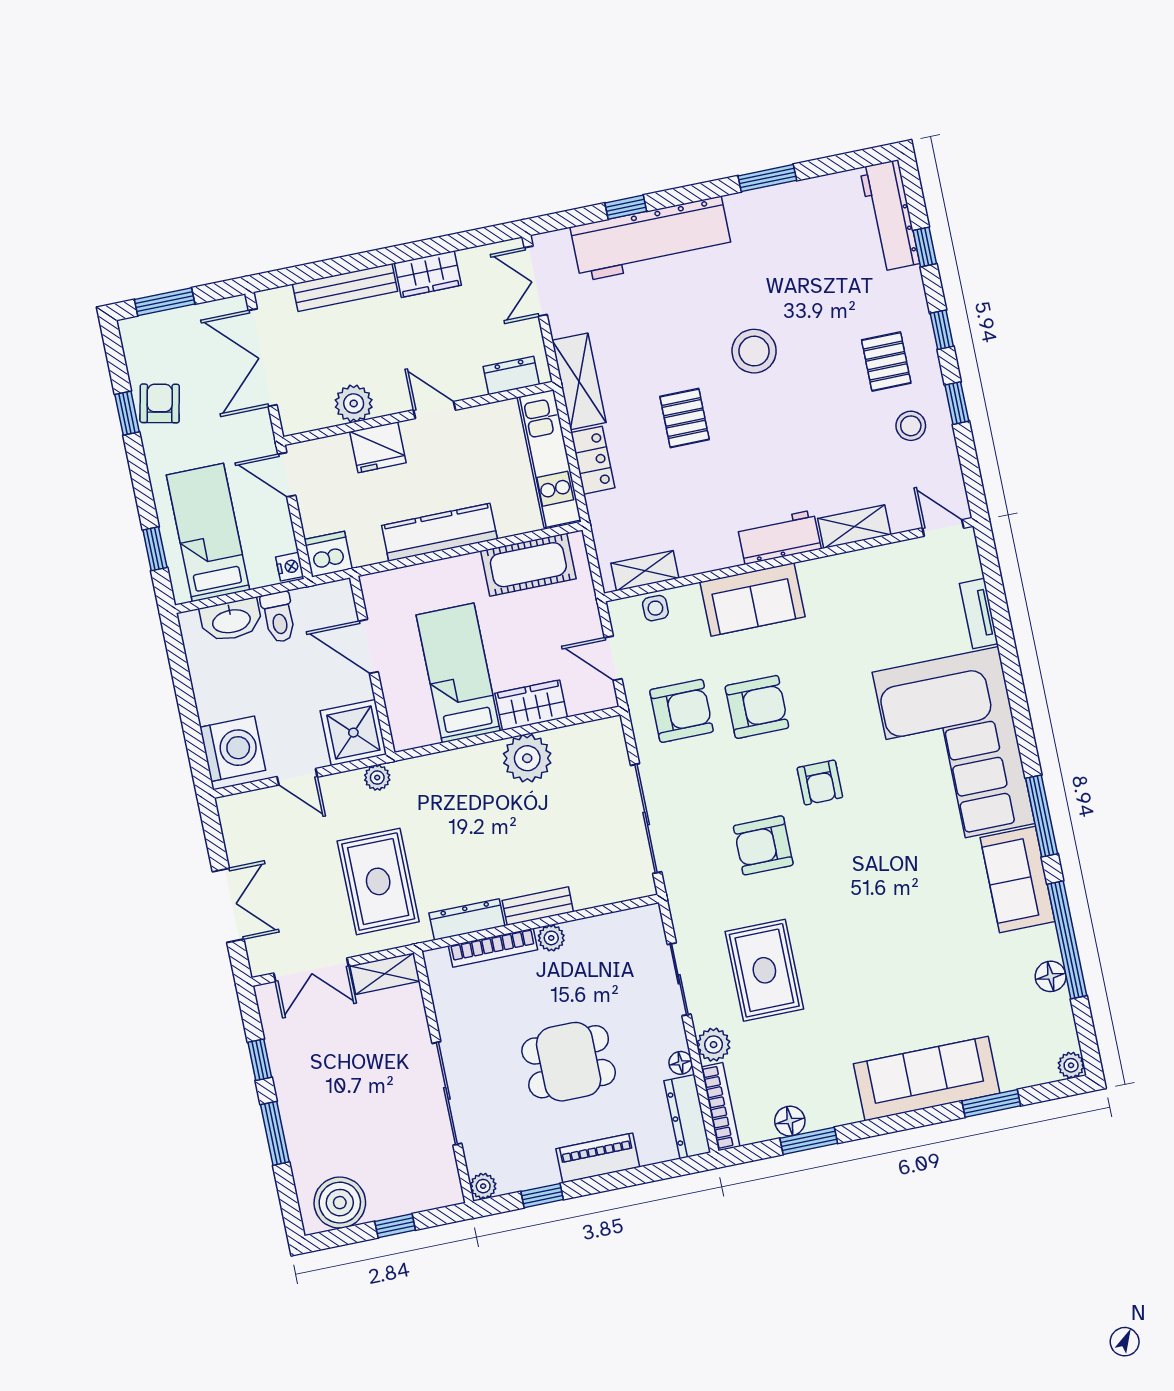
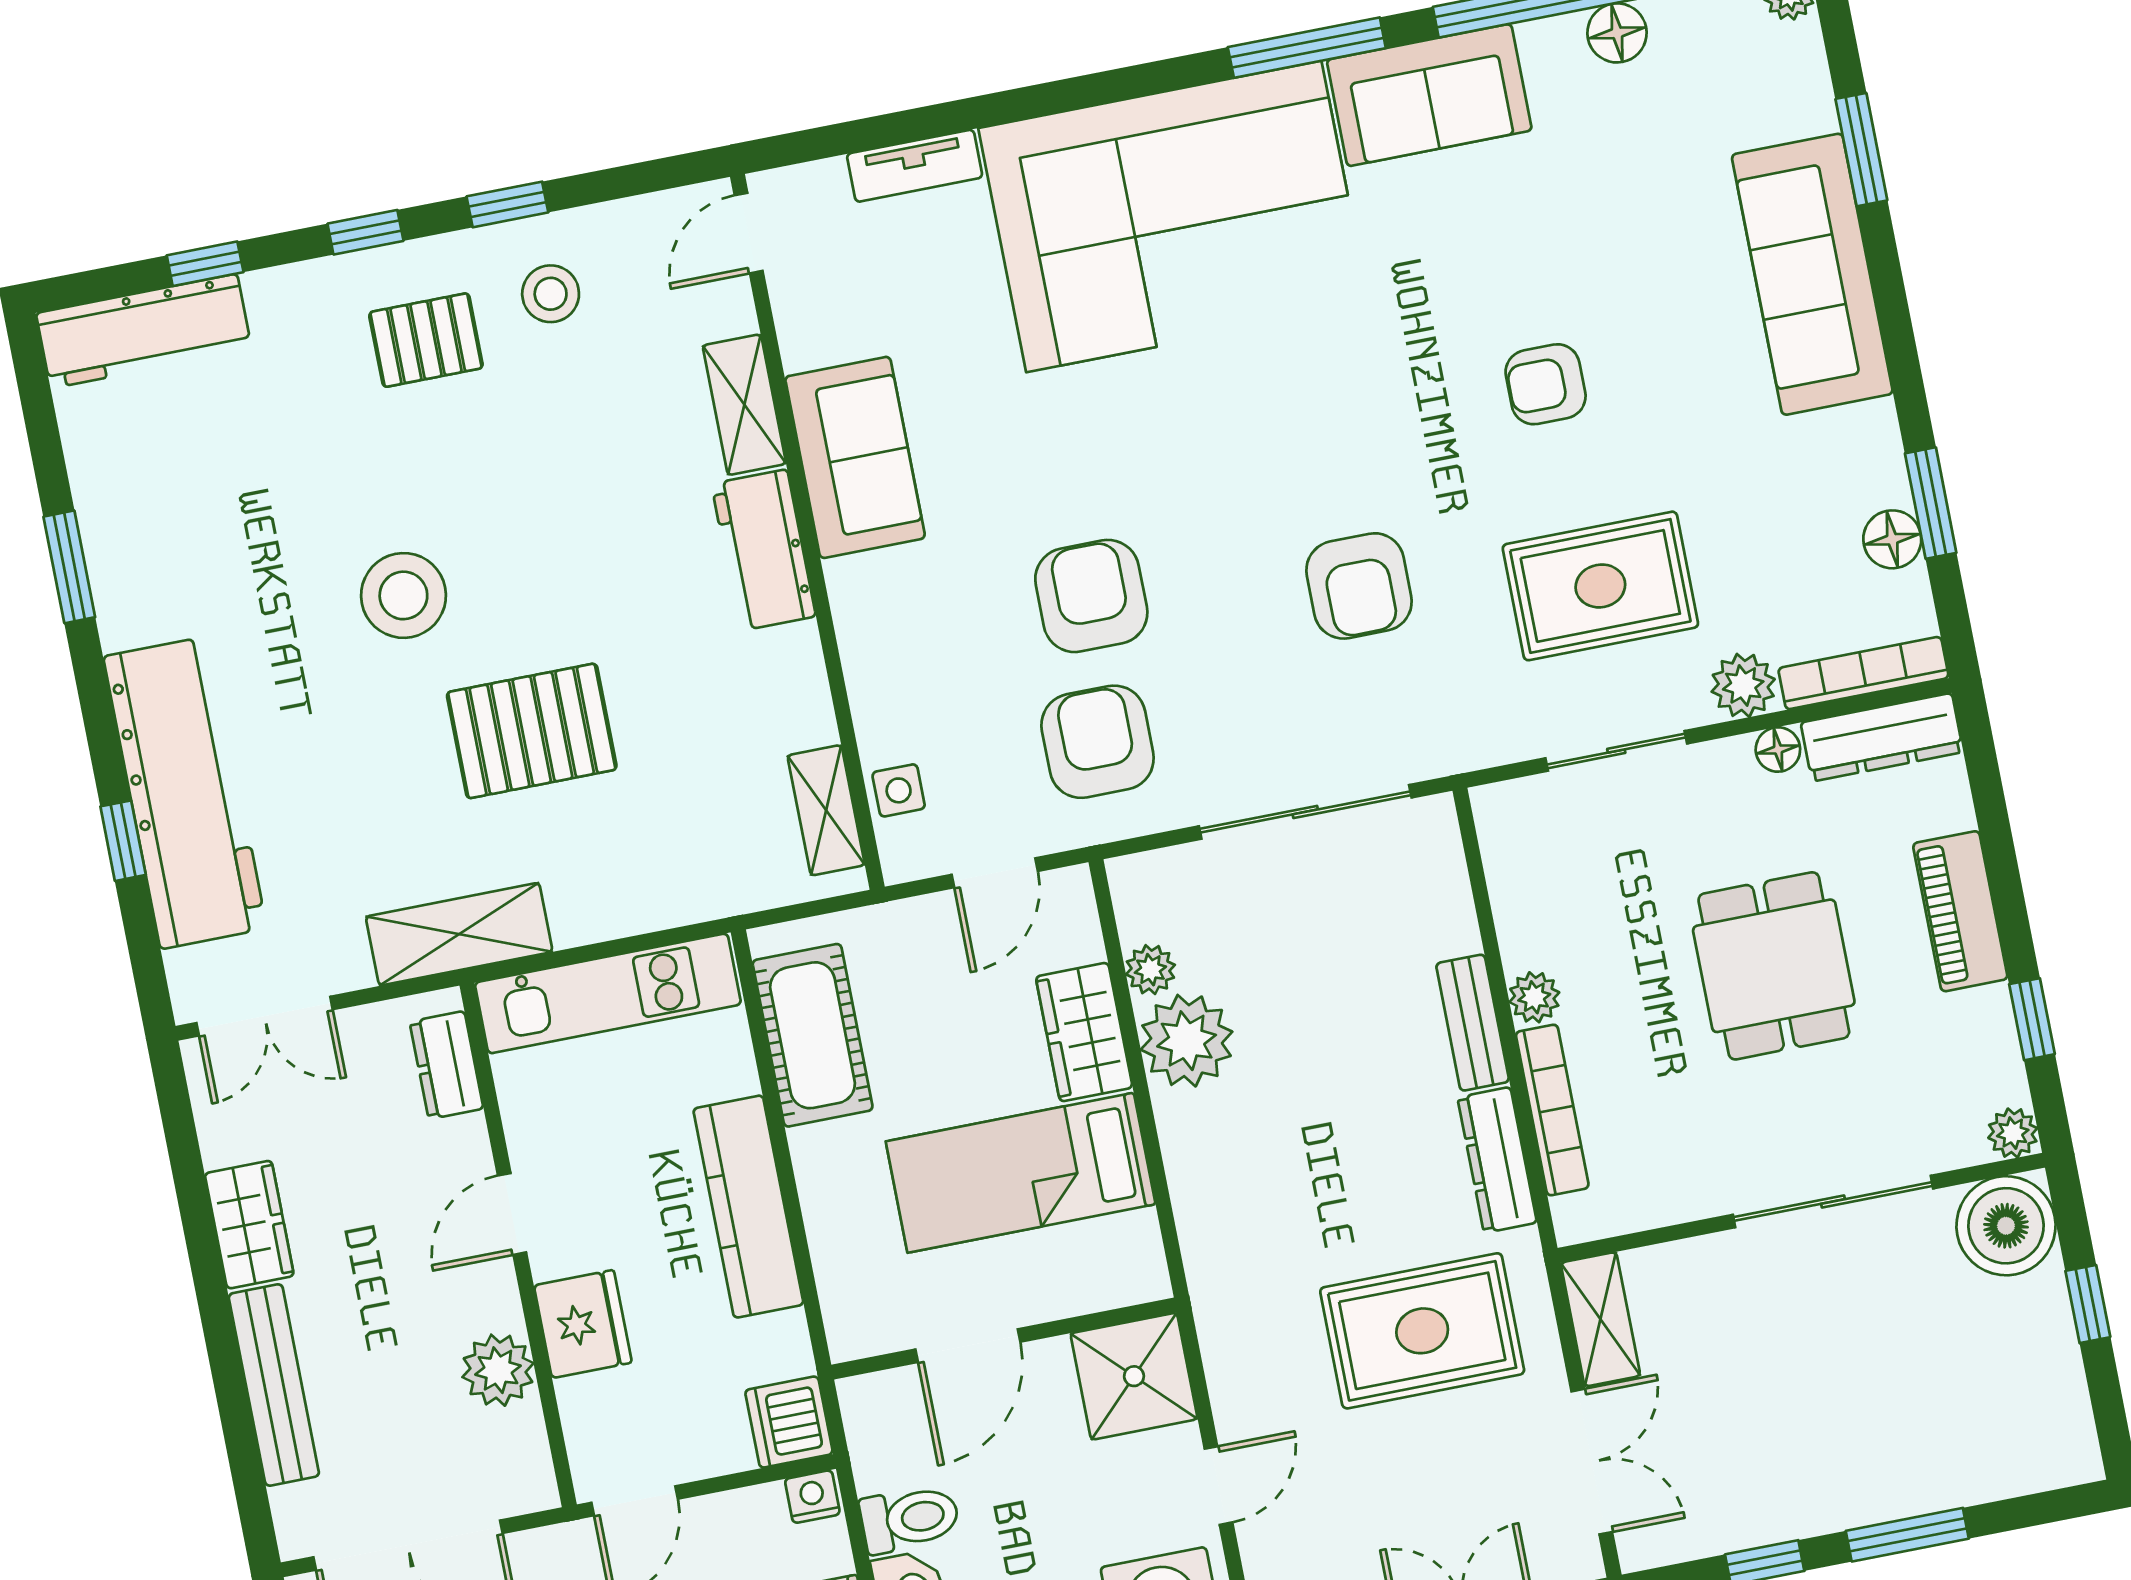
pallet: (685, 418) -> (532, 731), width x1.50, depth x1.42
locker: (593, 460) -> (612, 909), removed
sofa: (752, 599) -> (855, 457), moved
plant: (377, 778) -> (1150, 970), moved
armchair: (820, 783) -> (1546, 384), moved, turned 180
boiler: (340, 1203) -> (2006, 1226), moved

